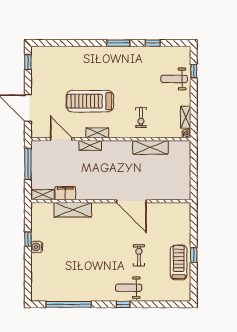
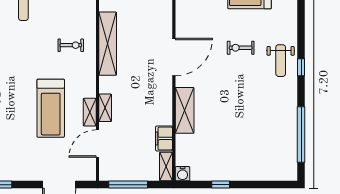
shelving: (97, 133) -> (90, 112), moved
shelving: (151, 147) -> (108, 44), width x1.47
shelving: (73, 210) -> (185, 110), moved
water cooler: (37, 247) -> (183, 174), moved

